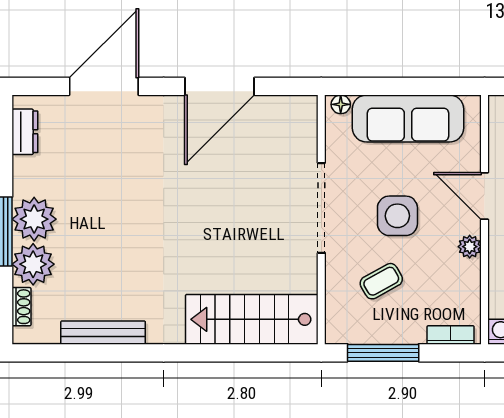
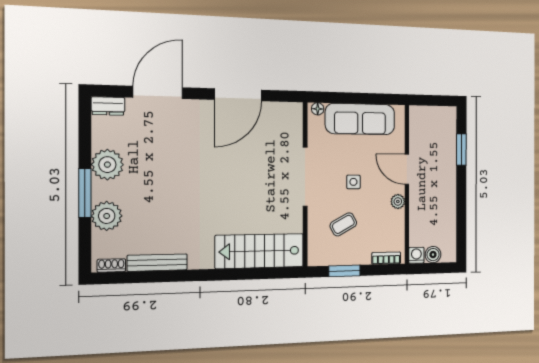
dresser: (25, 132) -> (108, 106), moved, turned 90
side table: (397, 216) -> (353, 182), width x0.54, depth x0.54
plant: (34, 219) -> (107, 165), moved
shoe rack: (21, 307) -> (111, 265), moved, turned -90
window: (383, 353) -> (344, 271), width x0.69

